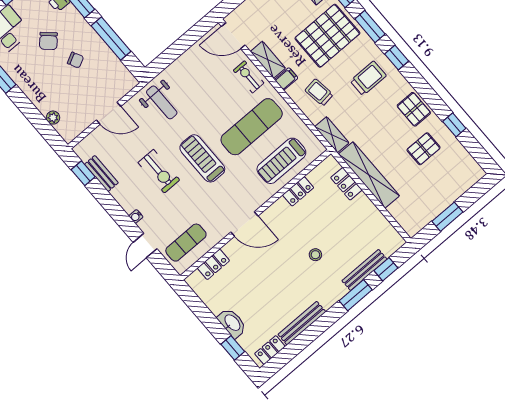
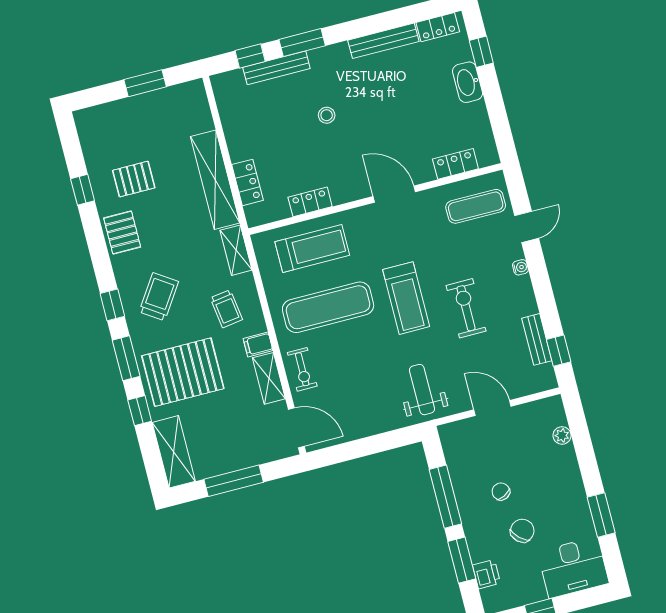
trolley: (368, 78) -> (159, 297), turned 124

